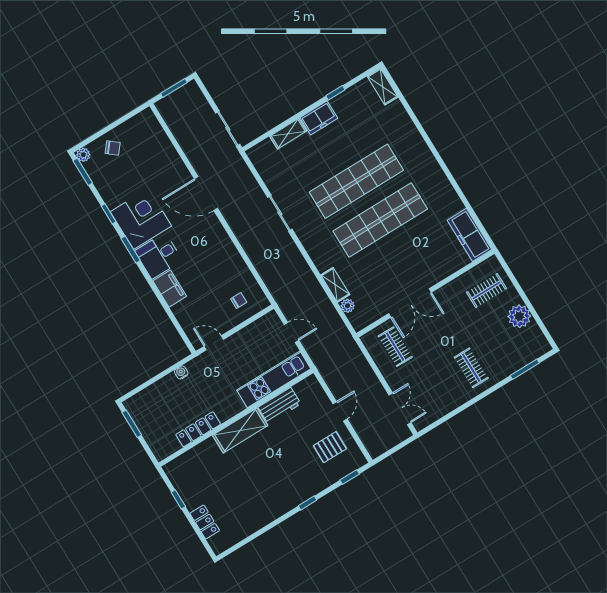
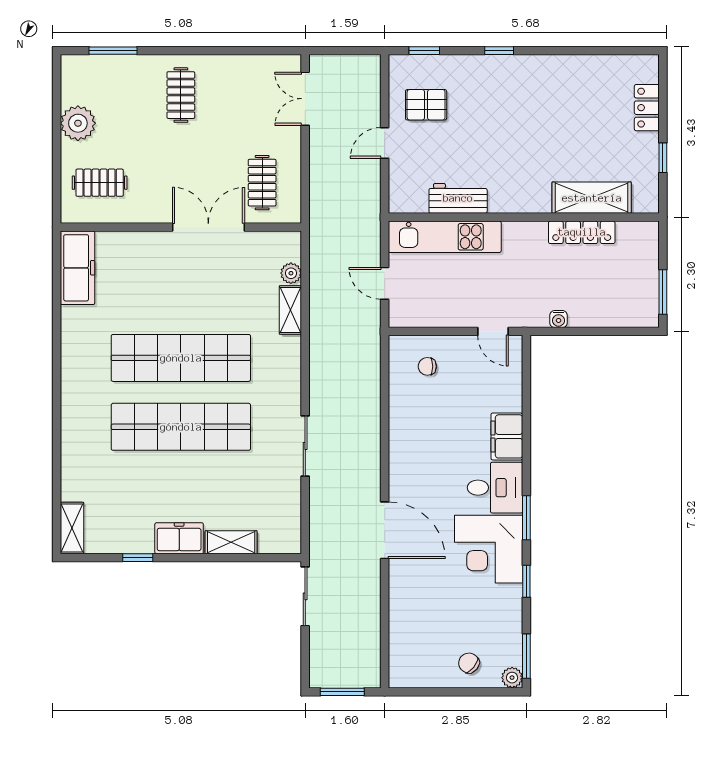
shelving: (240, 430) -> (592, 198), moved

